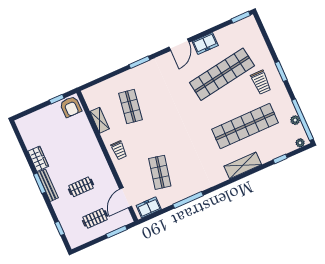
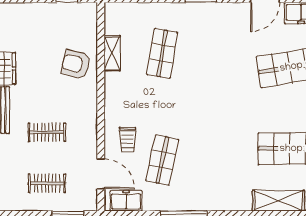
armchair: (71, 107) -> (76, 64), moved, turned 105
trolley: (119, 150) -> (128, 140), moved
door: (126, 198) -> (101, 174), swing flipped

